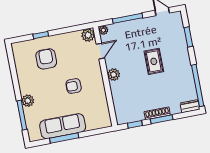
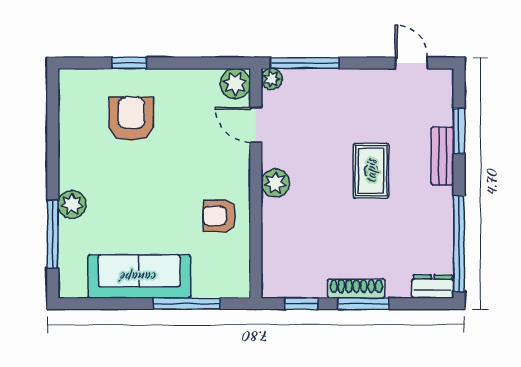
window: (128, 18) -> (305, 63), moved
bench: (183, 49) -> (443, 156), added
door: (100, 51) -> (256, 125), swing flipped
armchair: (74, 86) -> (219, 216), moved
window: (64, 138) -> (187, 304), moved

